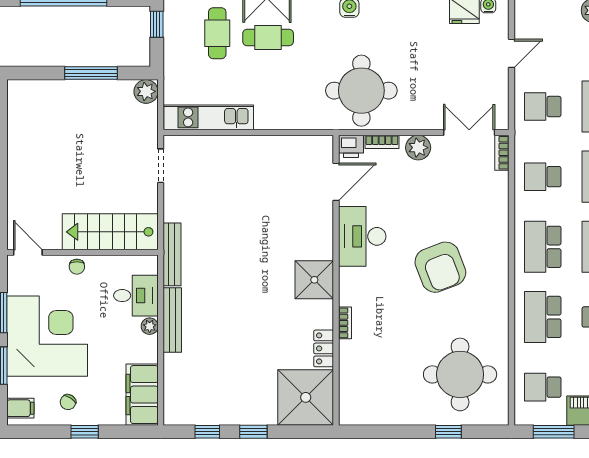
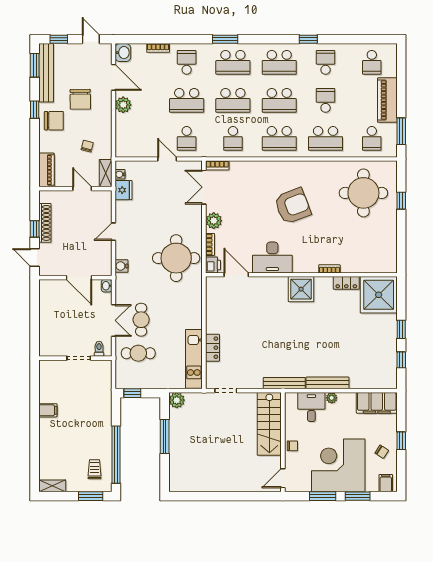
door: (512, 53) -> (167, 159), moved
locker: (226, 146) -> (212, 348), added

